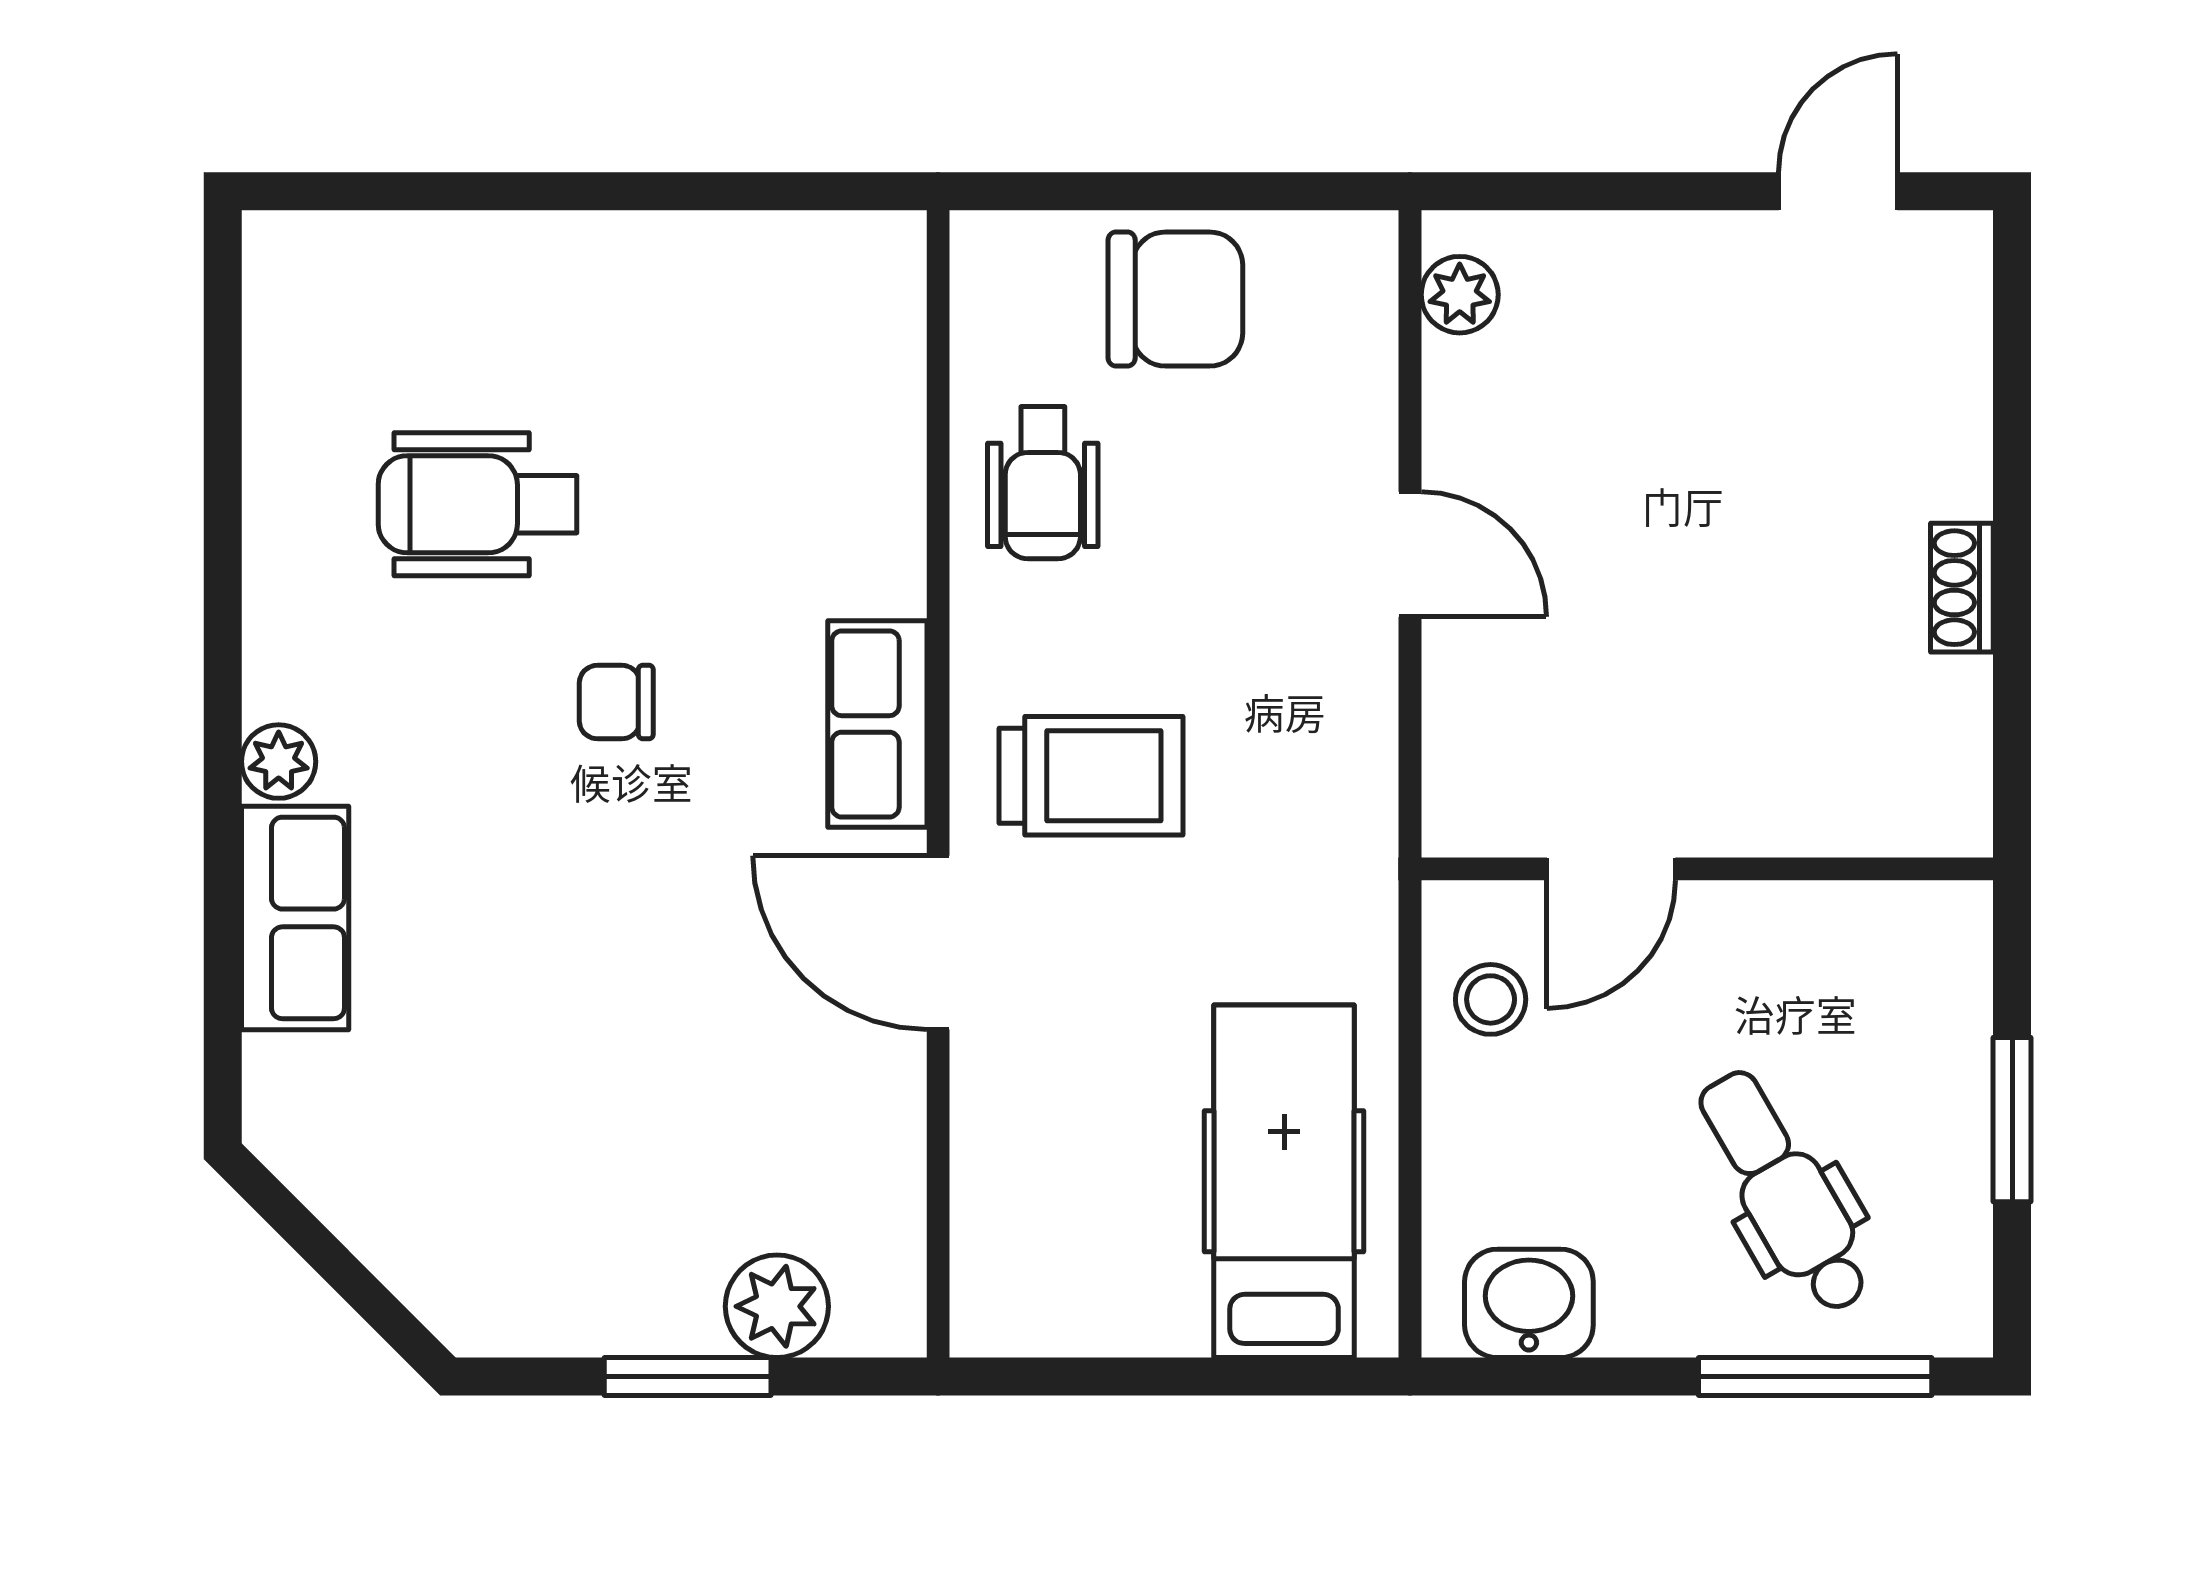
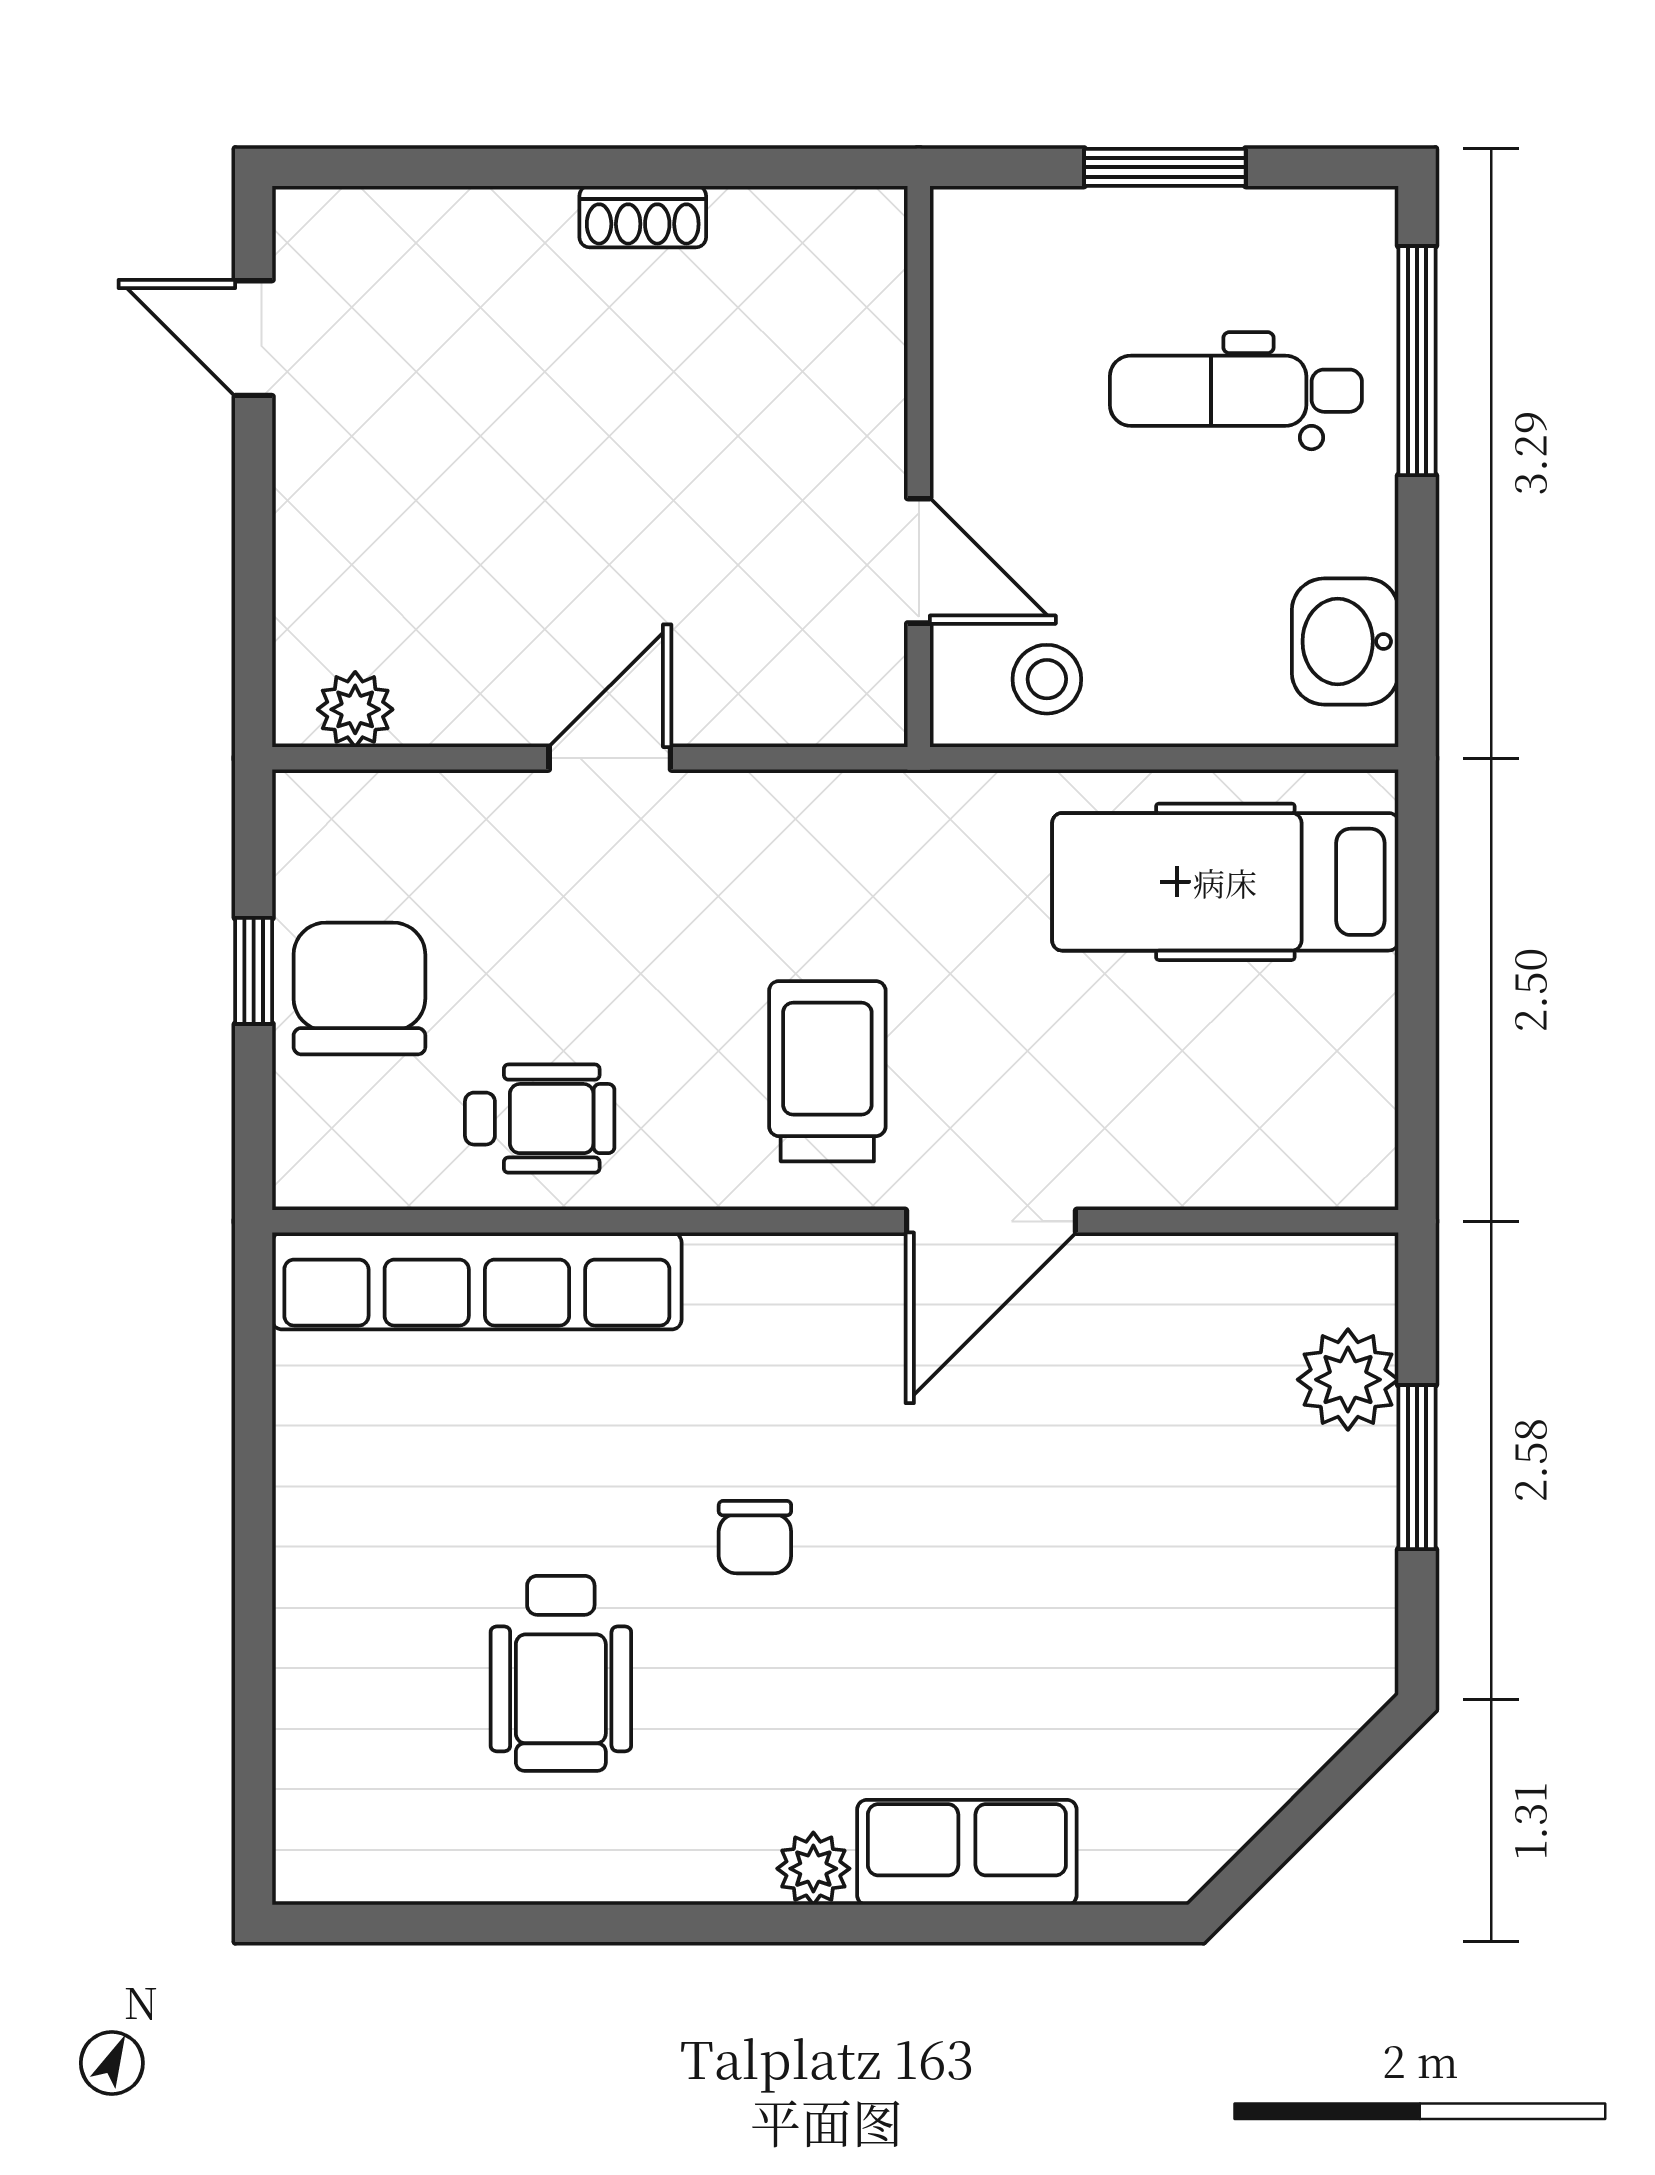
window: (1193, 191) -> (254, 971), added
row of seats: (877, 724) -> (477, 1281), moved, width x2.02
dental chair: (1784, 1192) -> (1236, 391), turned 30

